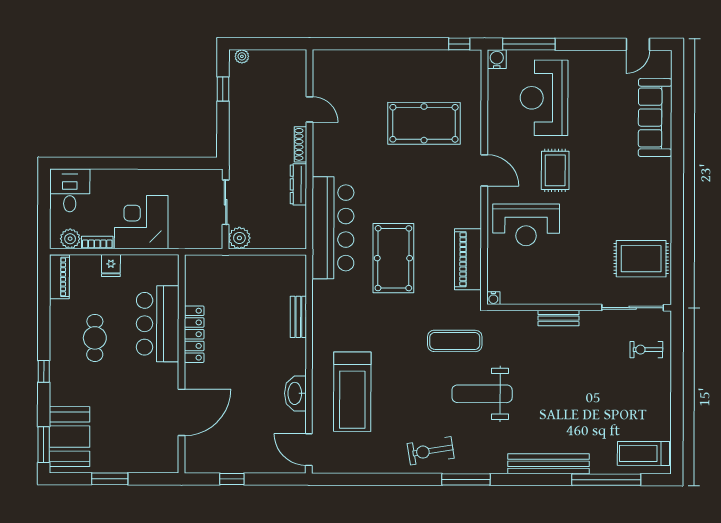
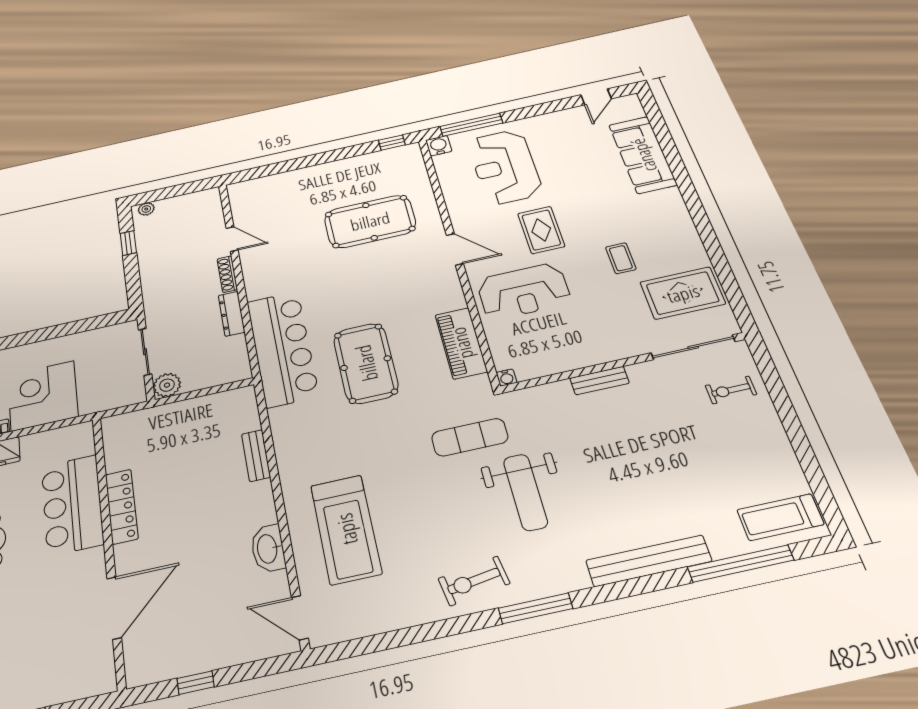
coffee table: (607, 214) -> (621, 258), added
weight bench: (482, 394) -> (525, 492), turned -90

